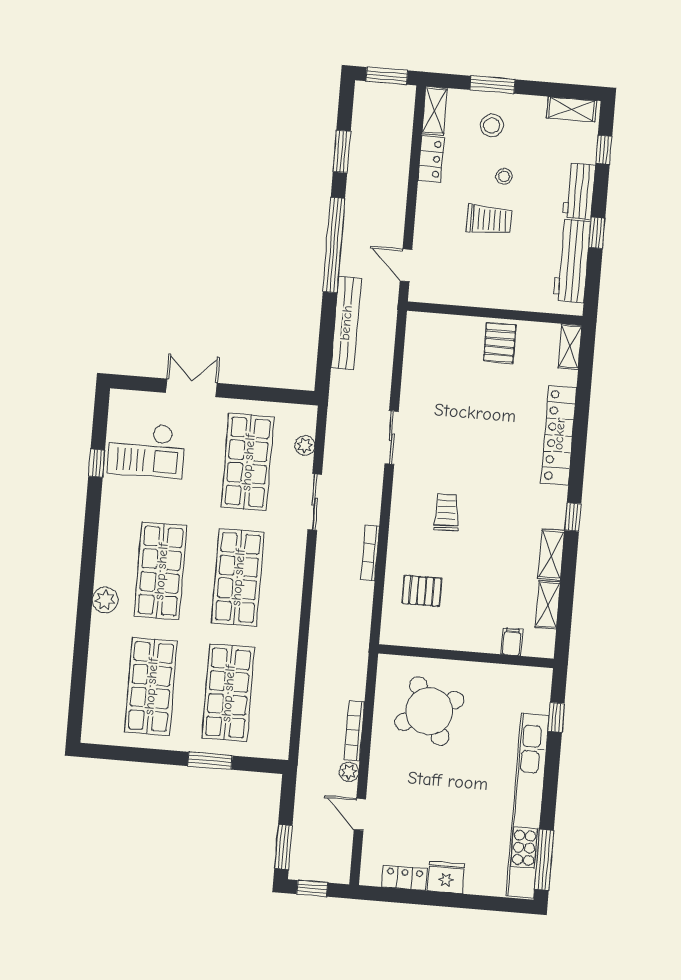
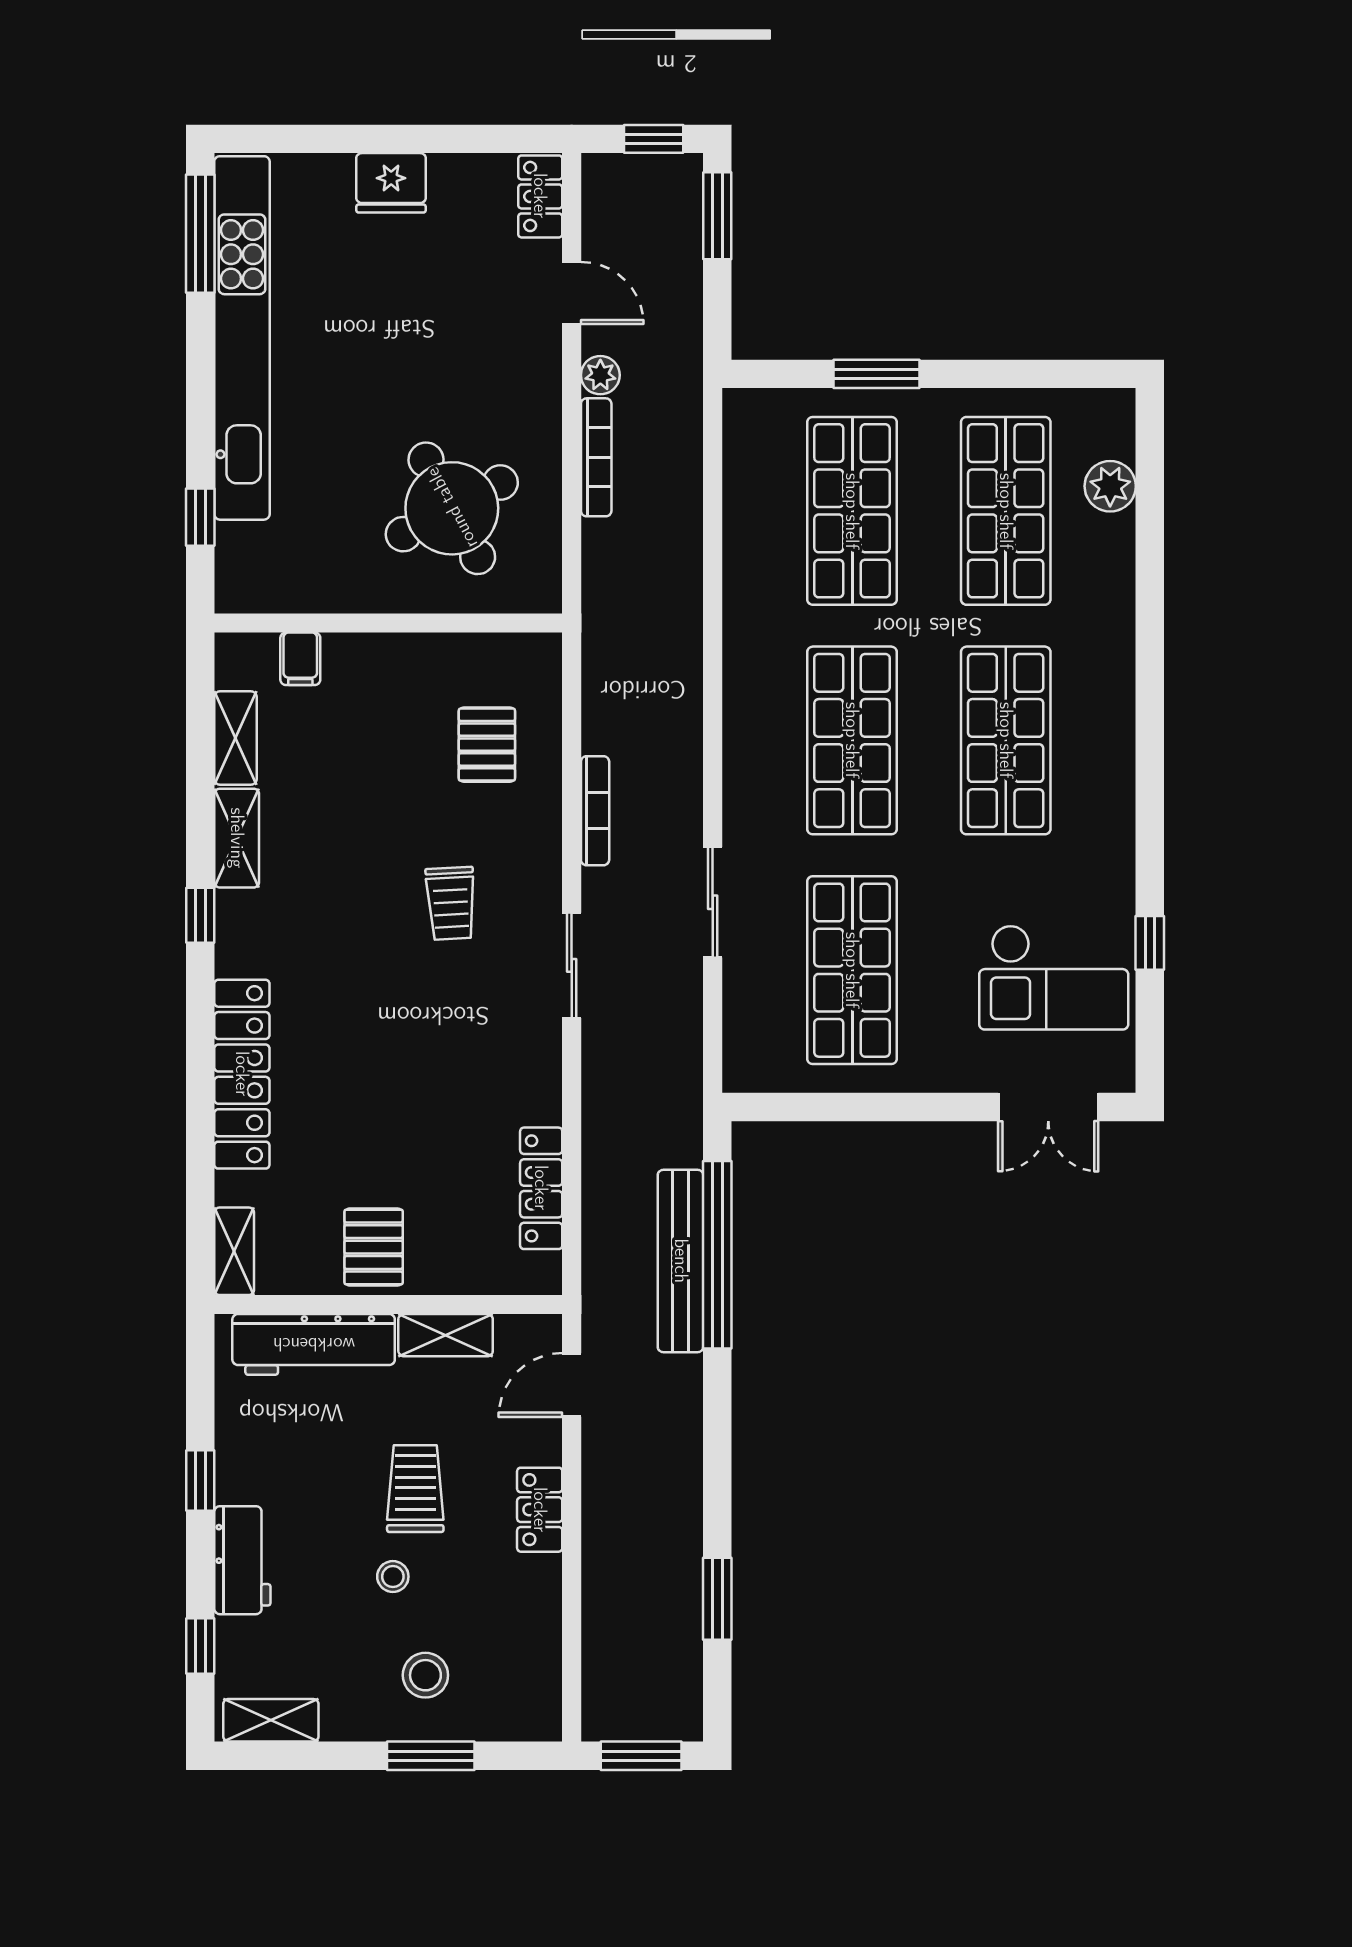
shelving: (434, 111) -> (446, 1335), moved, turned 90
locker: (431, 159) -> (540, 1510), moved
trolley: (489, 220) -> (415, 1489), turned 90
window: (334, 245) -> (717, 1255), moved
workbench: (572, 261) -> (314, 1344), moved, turned 90
door: (406, 265) -> (572, 1385), swing flipped
locker: (413, 365) -> (541, 1188), added
double door: (191, 388) -> (1048, 1107), moved
sliding door: (392, 437) -> (572, 965), moved
plant: (305, 445) -> (742, 1012), removed
checkout: (146, 450) -> (1054, 977), turned 180
pallet: (422, 591) -> (487, 745), turned 90
plant: (105, 600) -> (1110, 486), moved
locker: (405, 878) -> (540, 196), moved, turned 90

